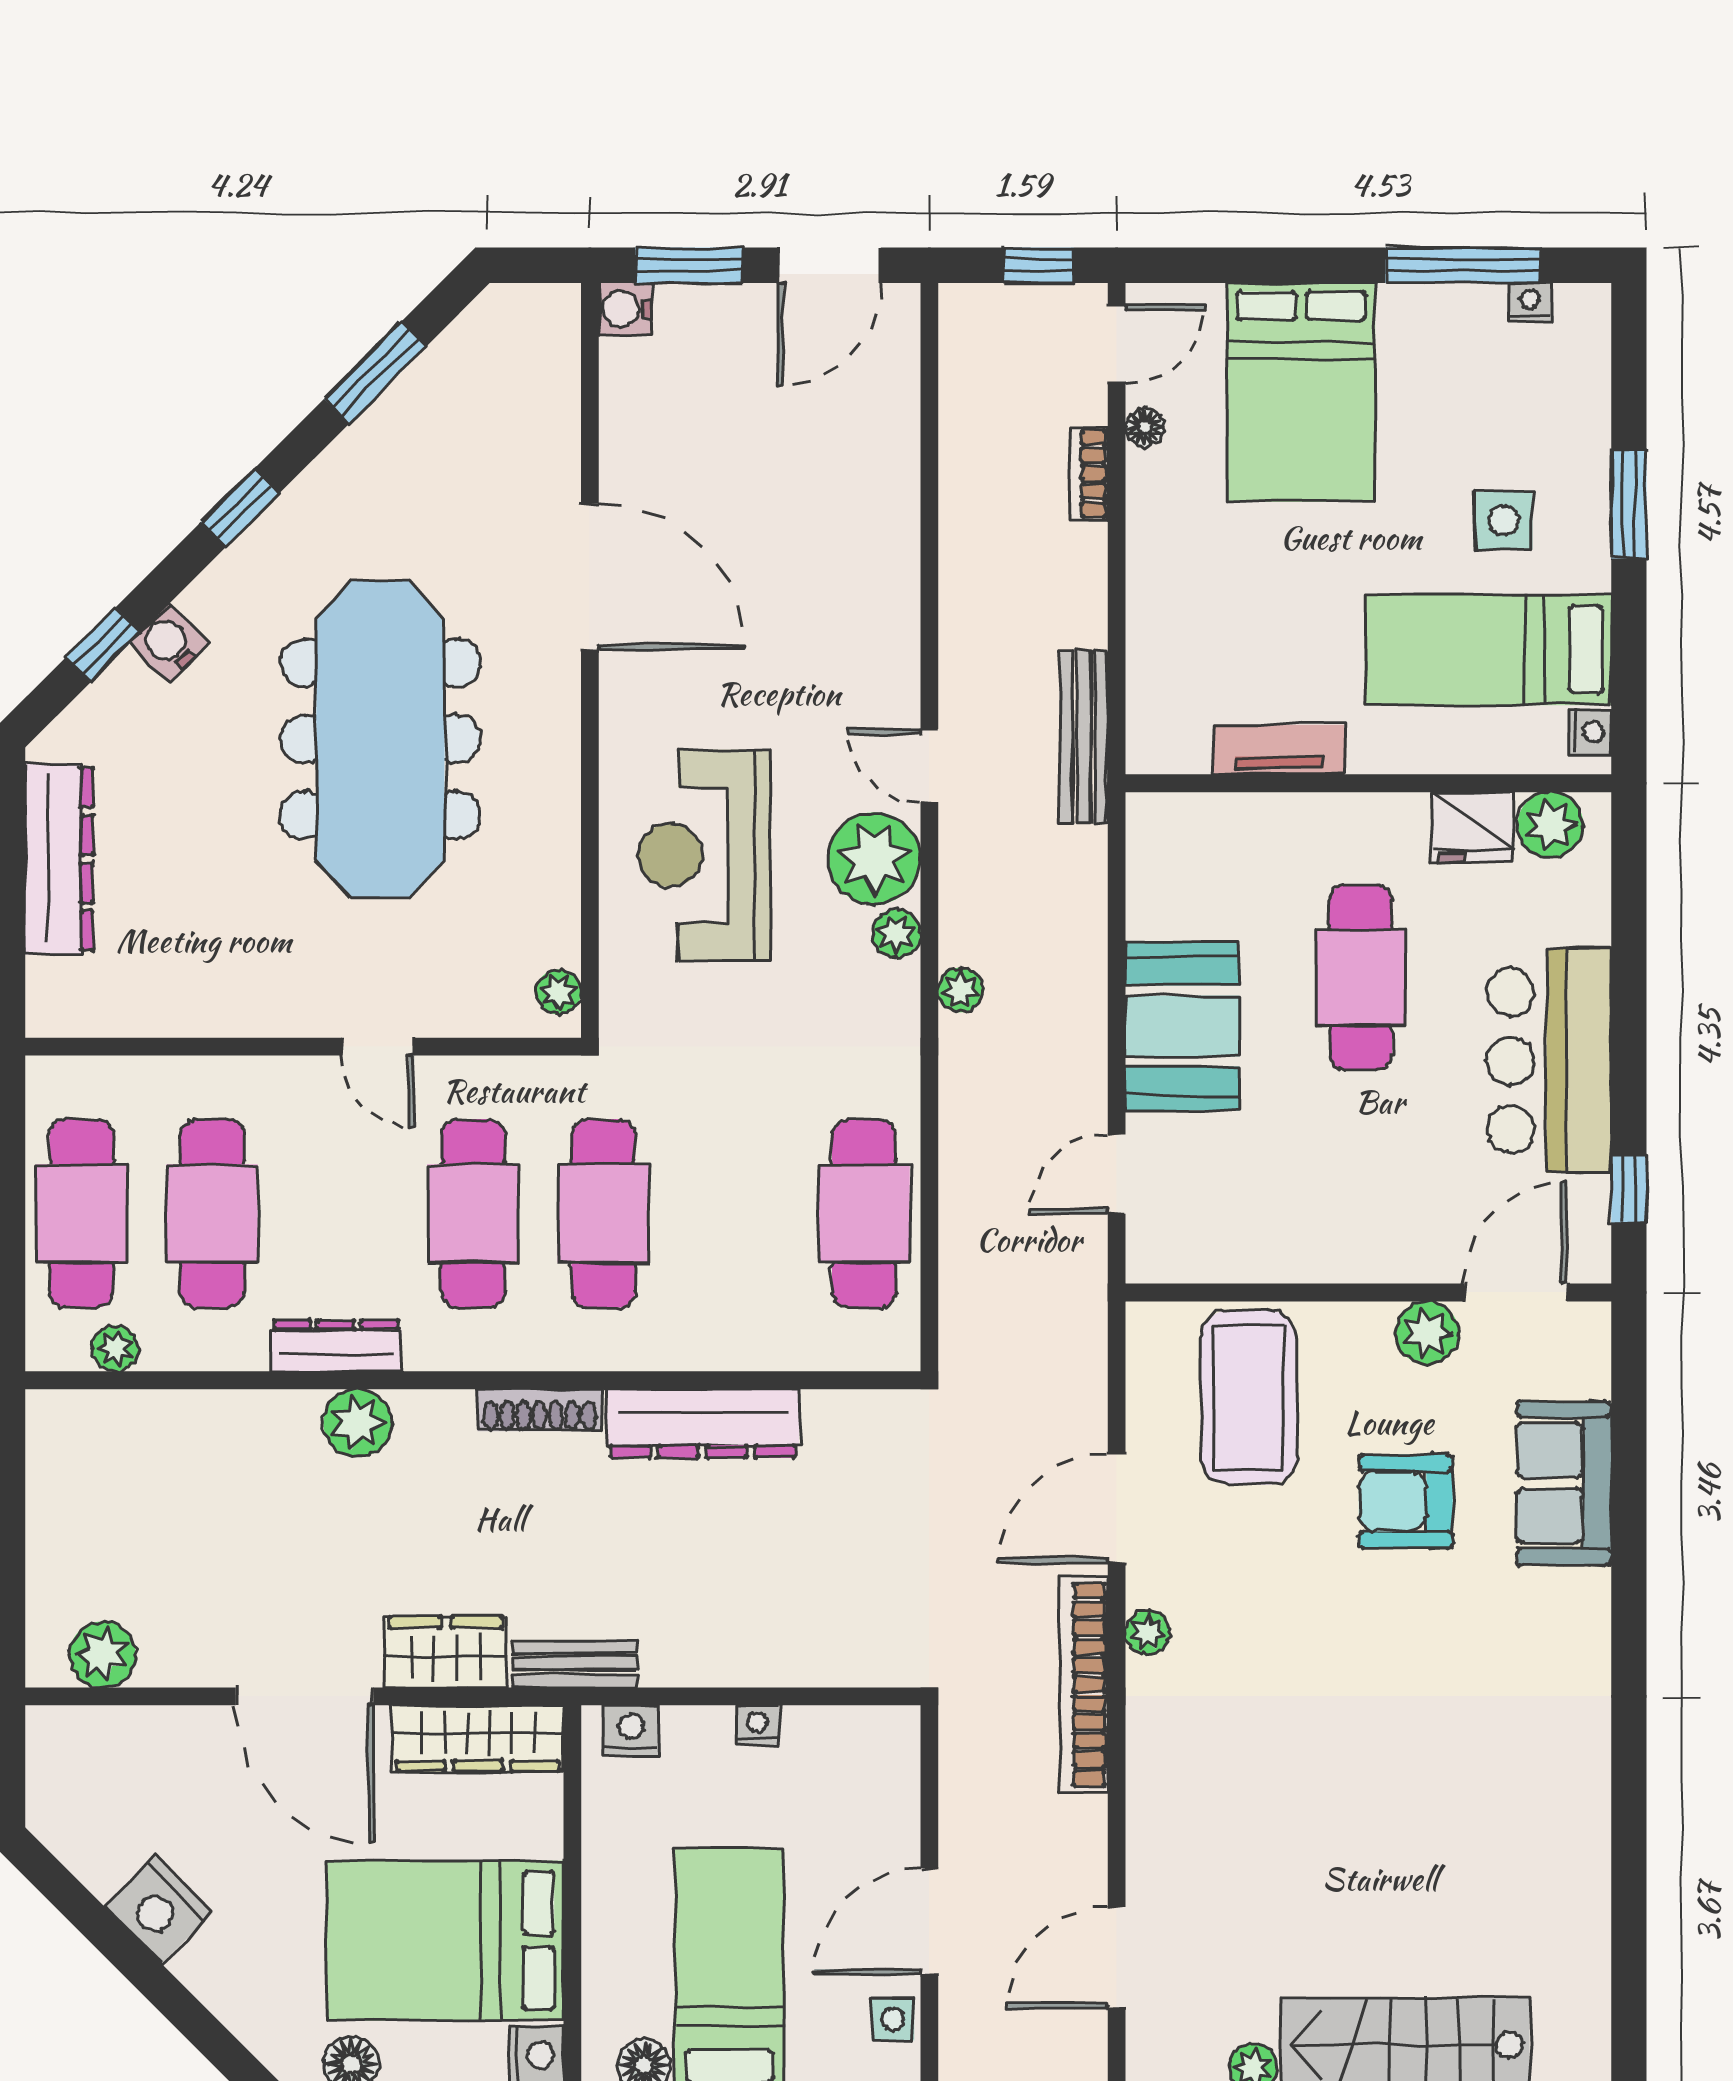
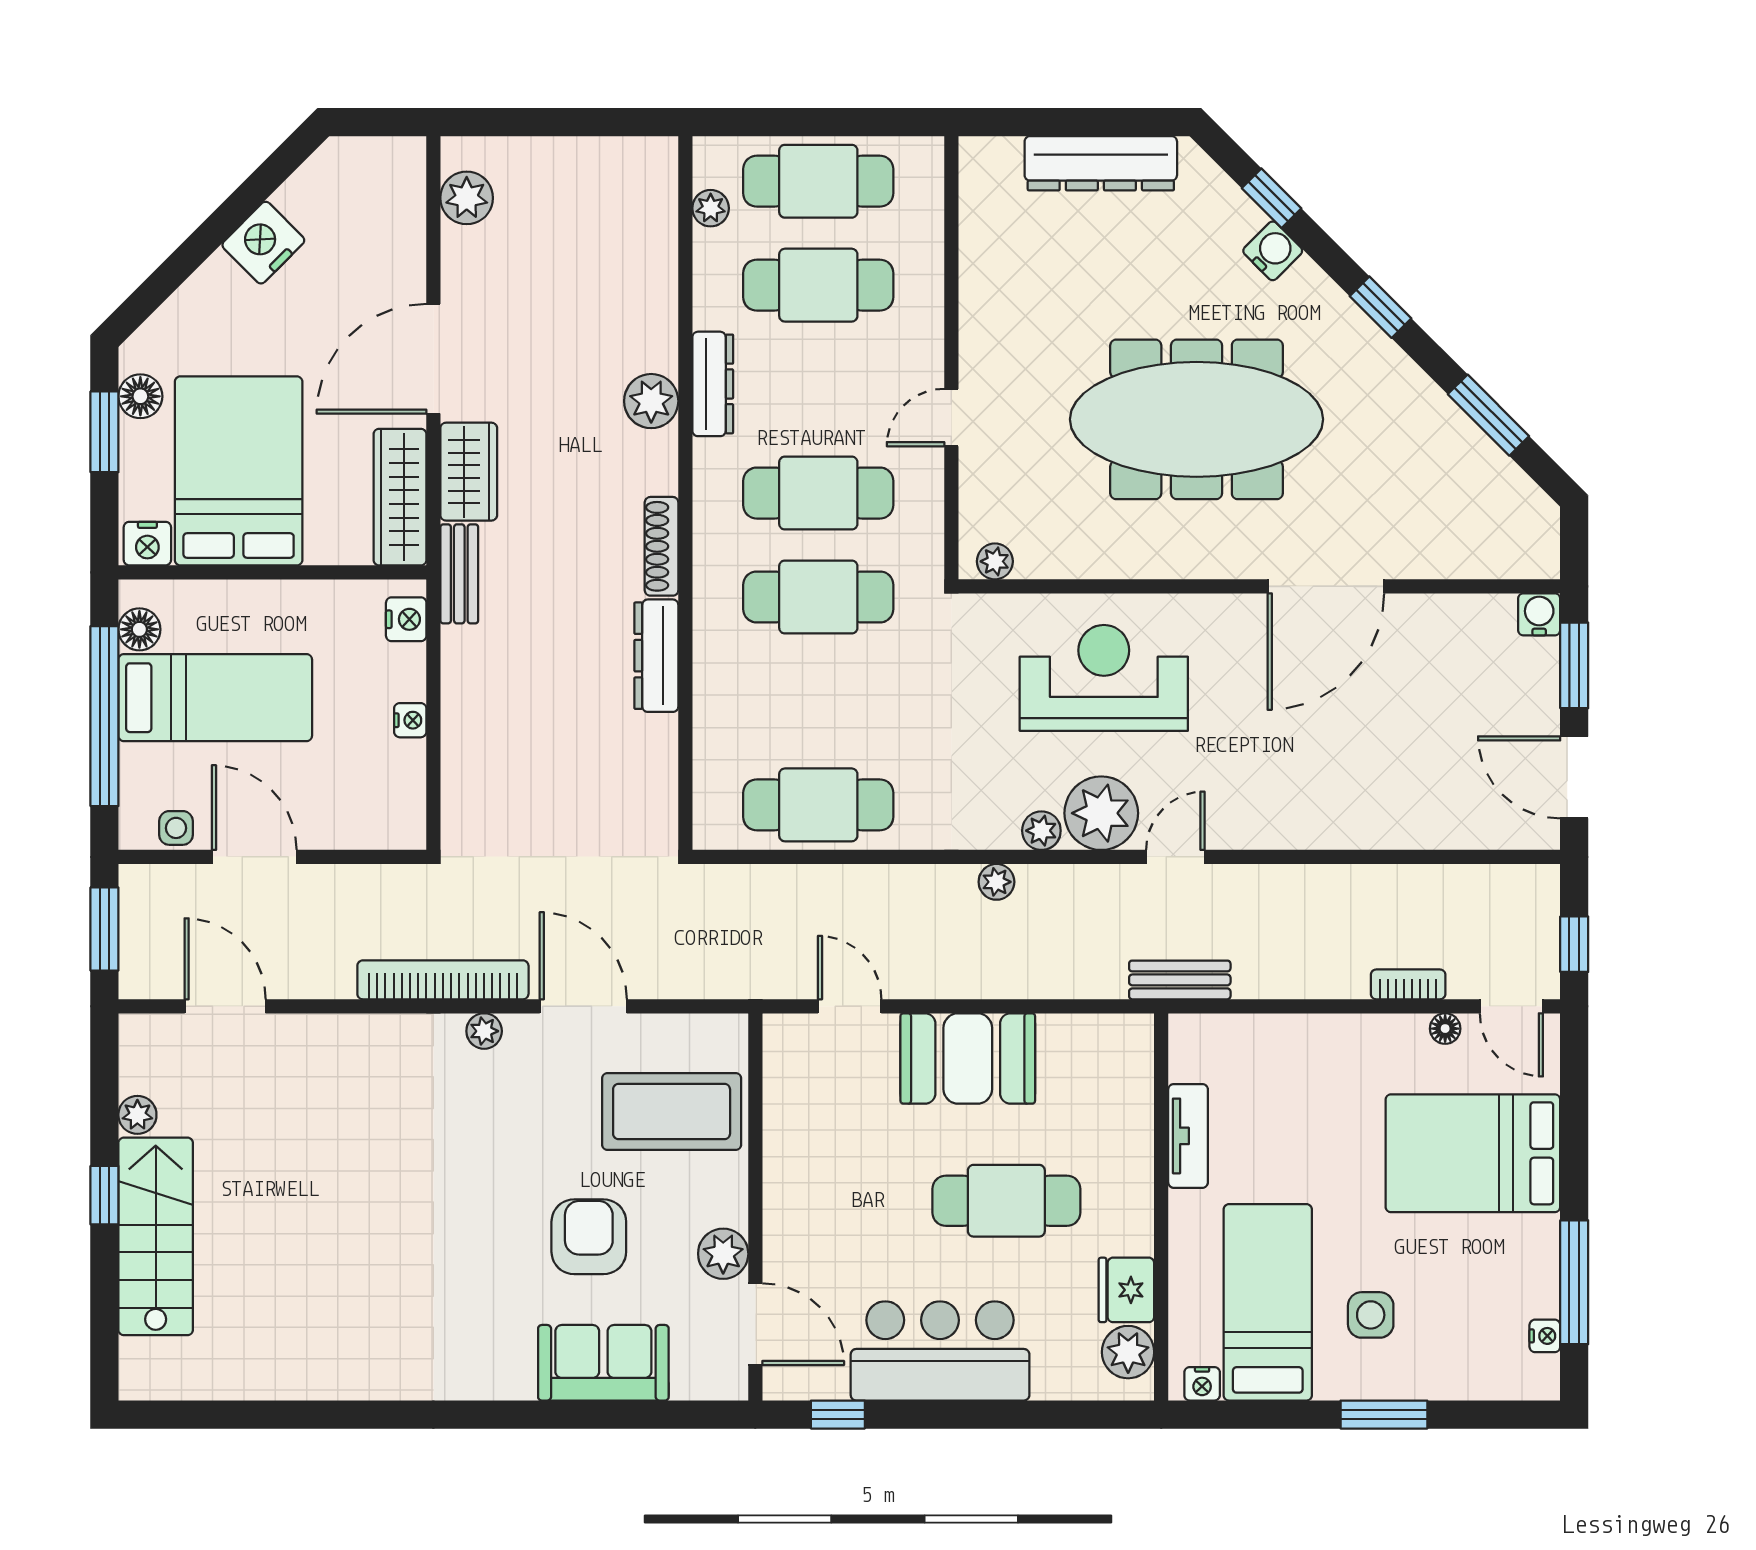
bench: (1084, 737) -> (1180, 980), width x0.73
dresser: (703, 1423) -> (656, 656), width x0.73, depth x0.80

